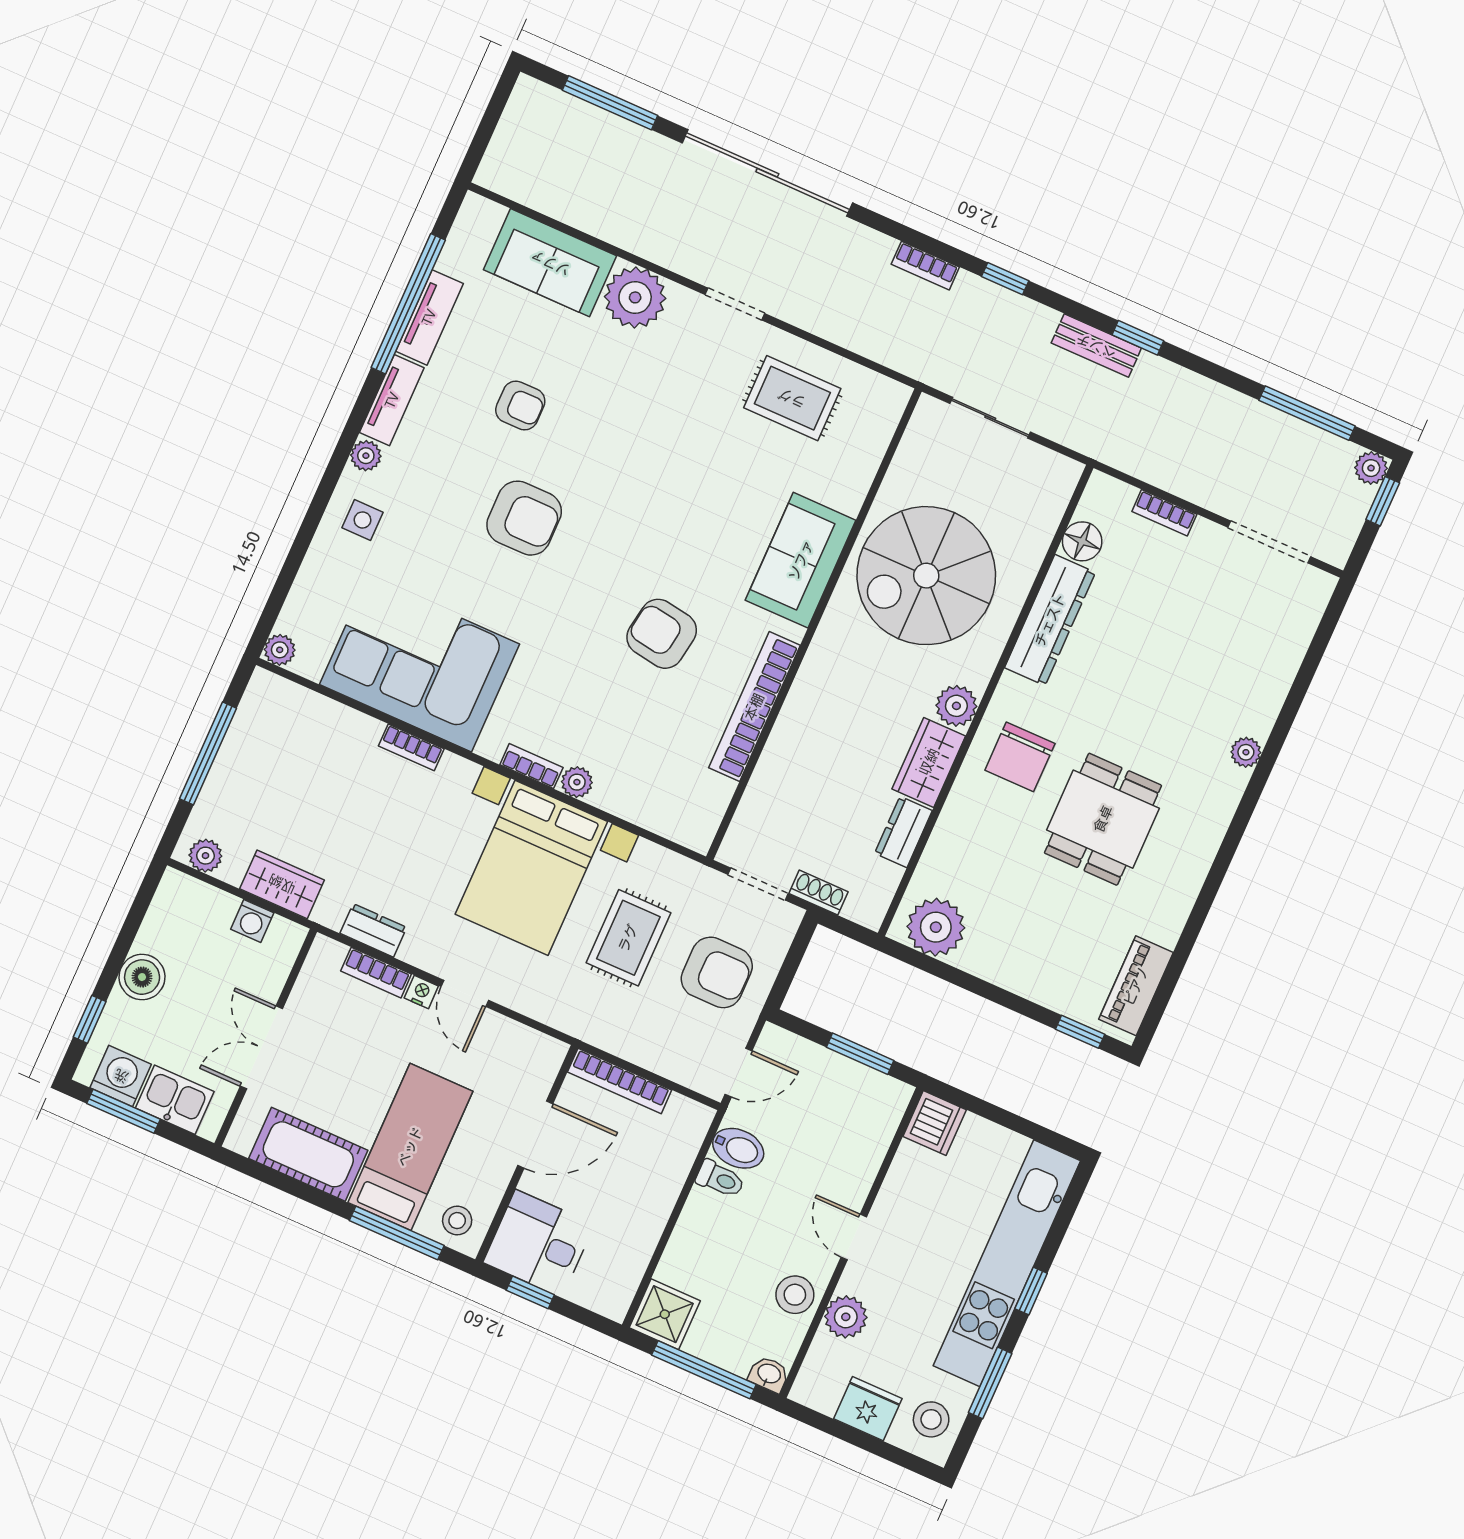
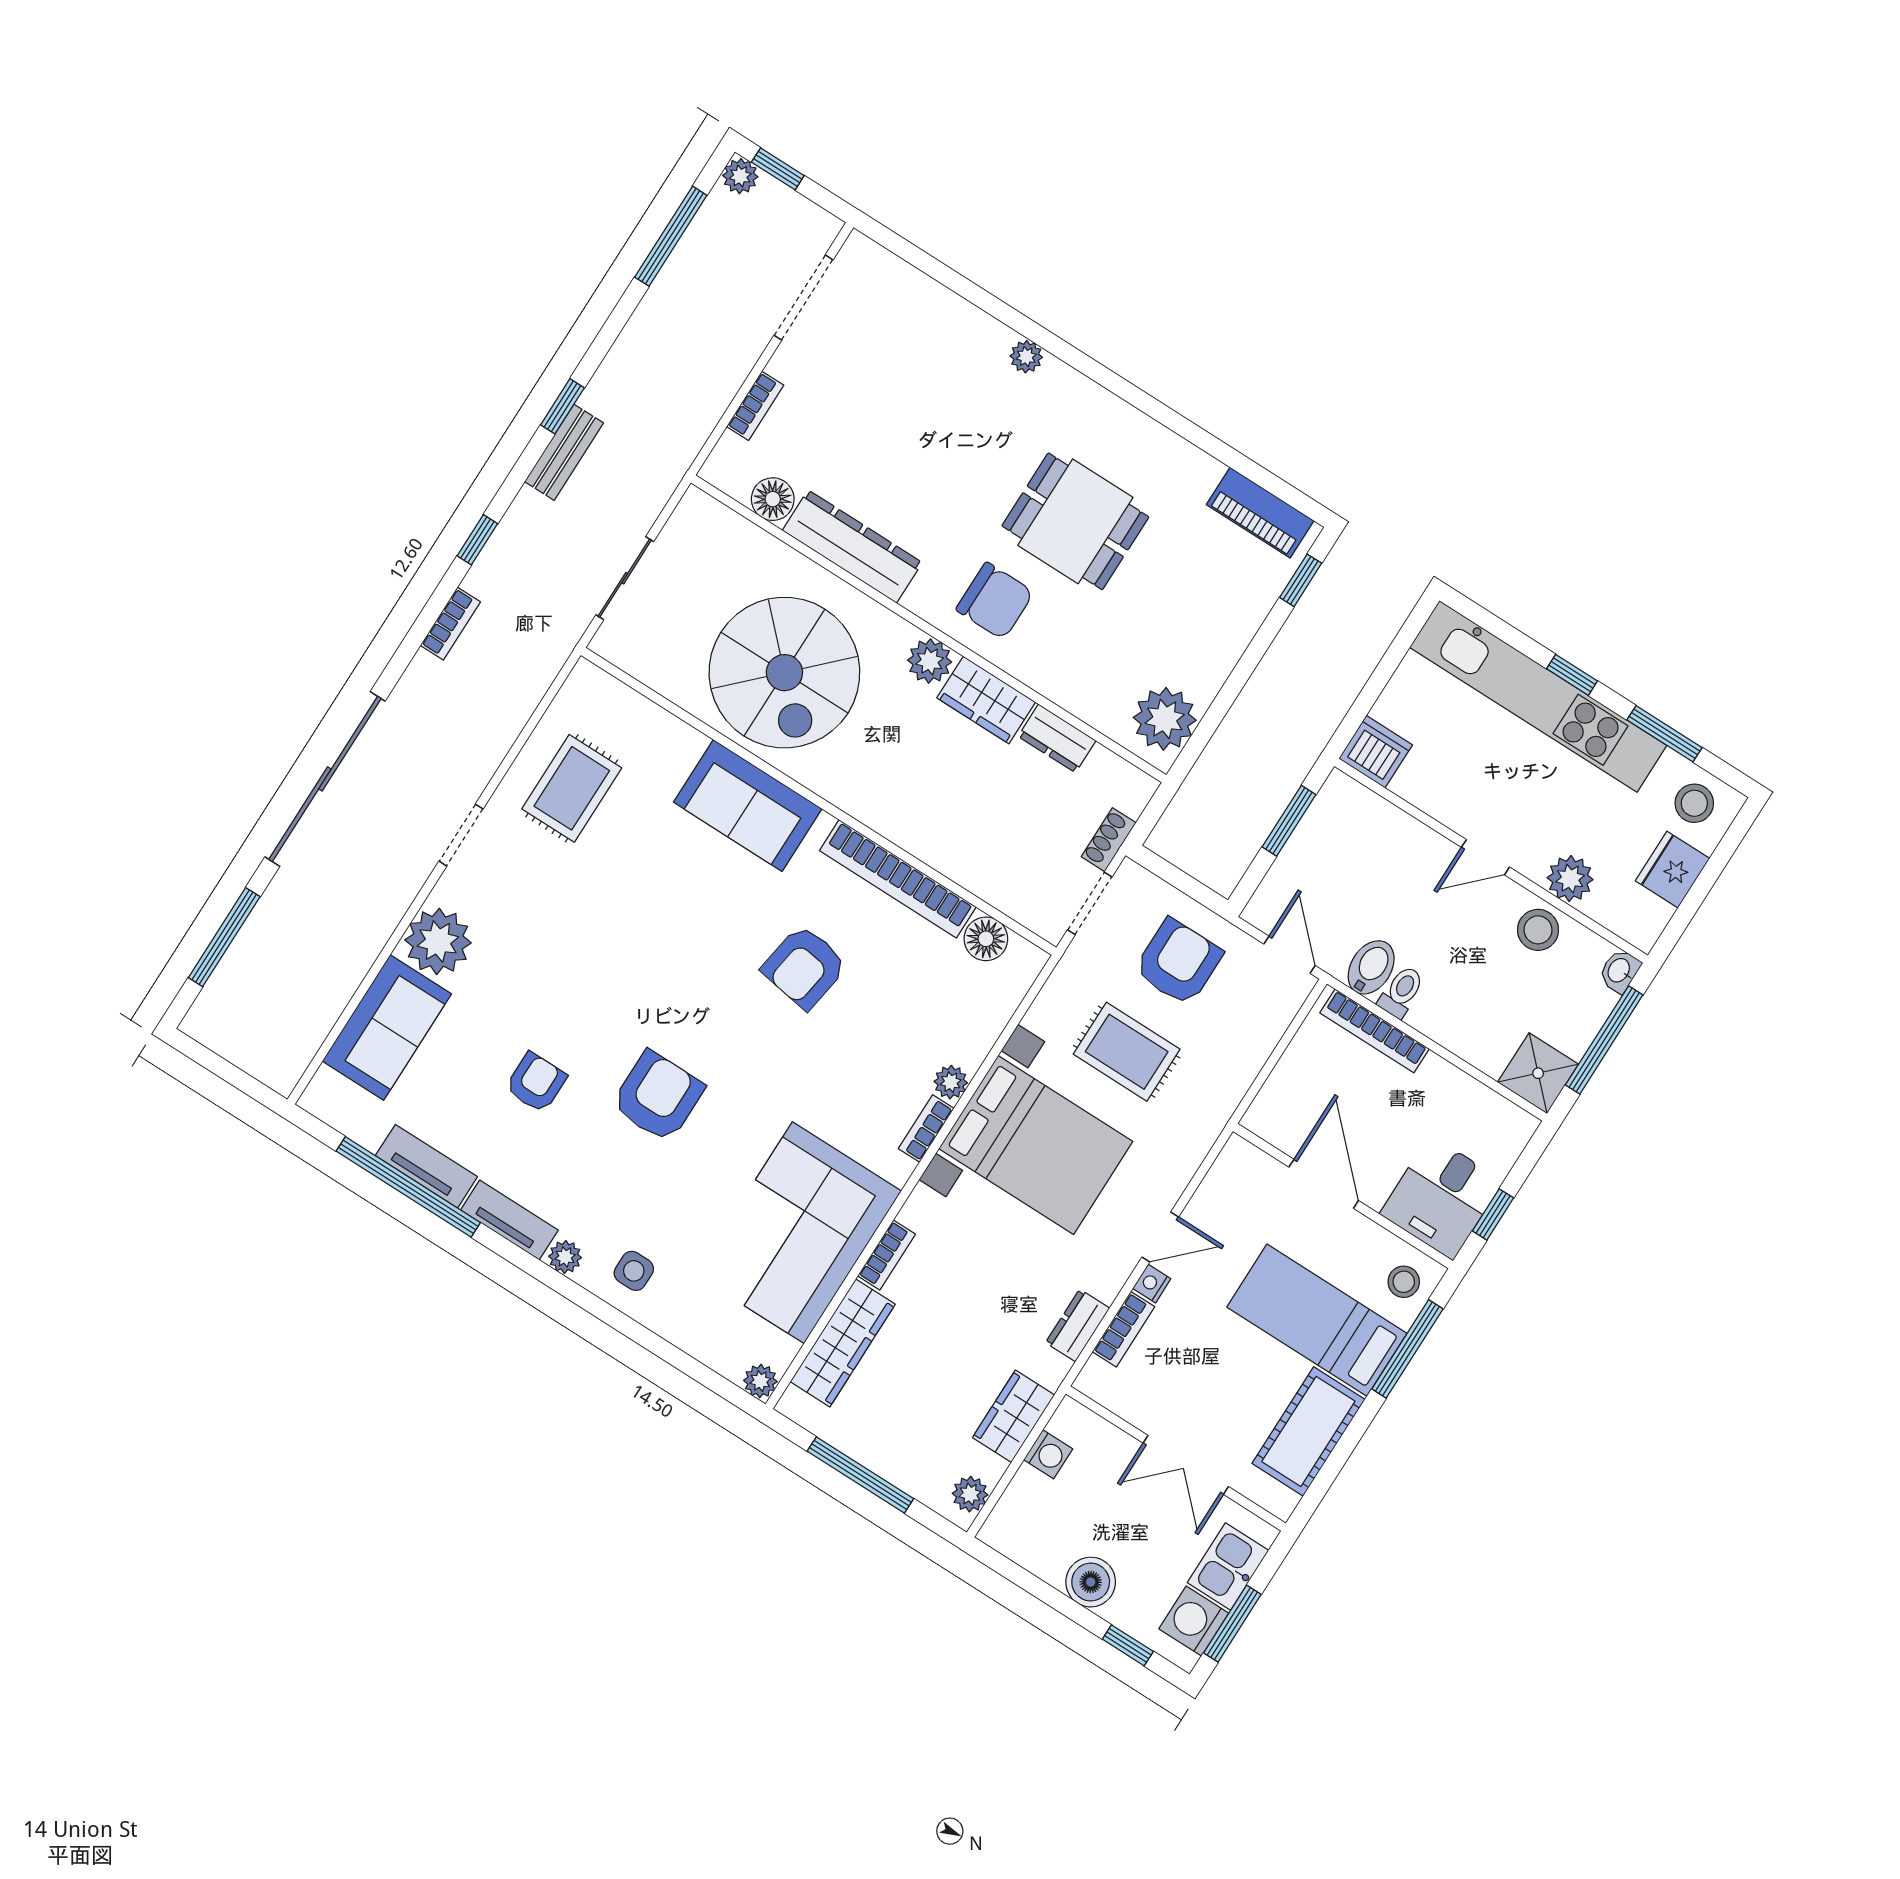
wardrobe: (325, 719) -> (843, 1343), added
floor lamp: (712, 795) -> (986, 939), added
bookcase: (620, 1081) -> (1375, 1031), moved, turned 90

